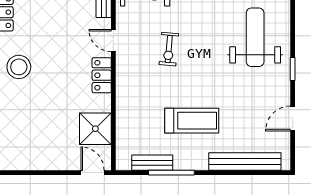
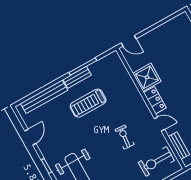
shower: (95, 129) -> (147, 77), moved
bench: (152, 163) -> (77, 77), moved

